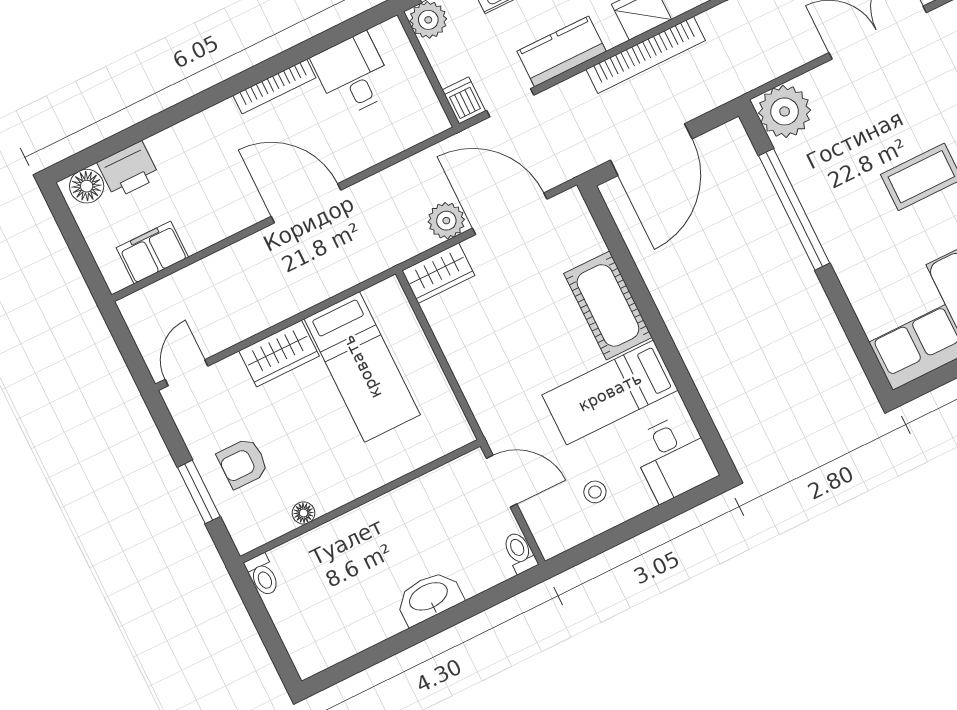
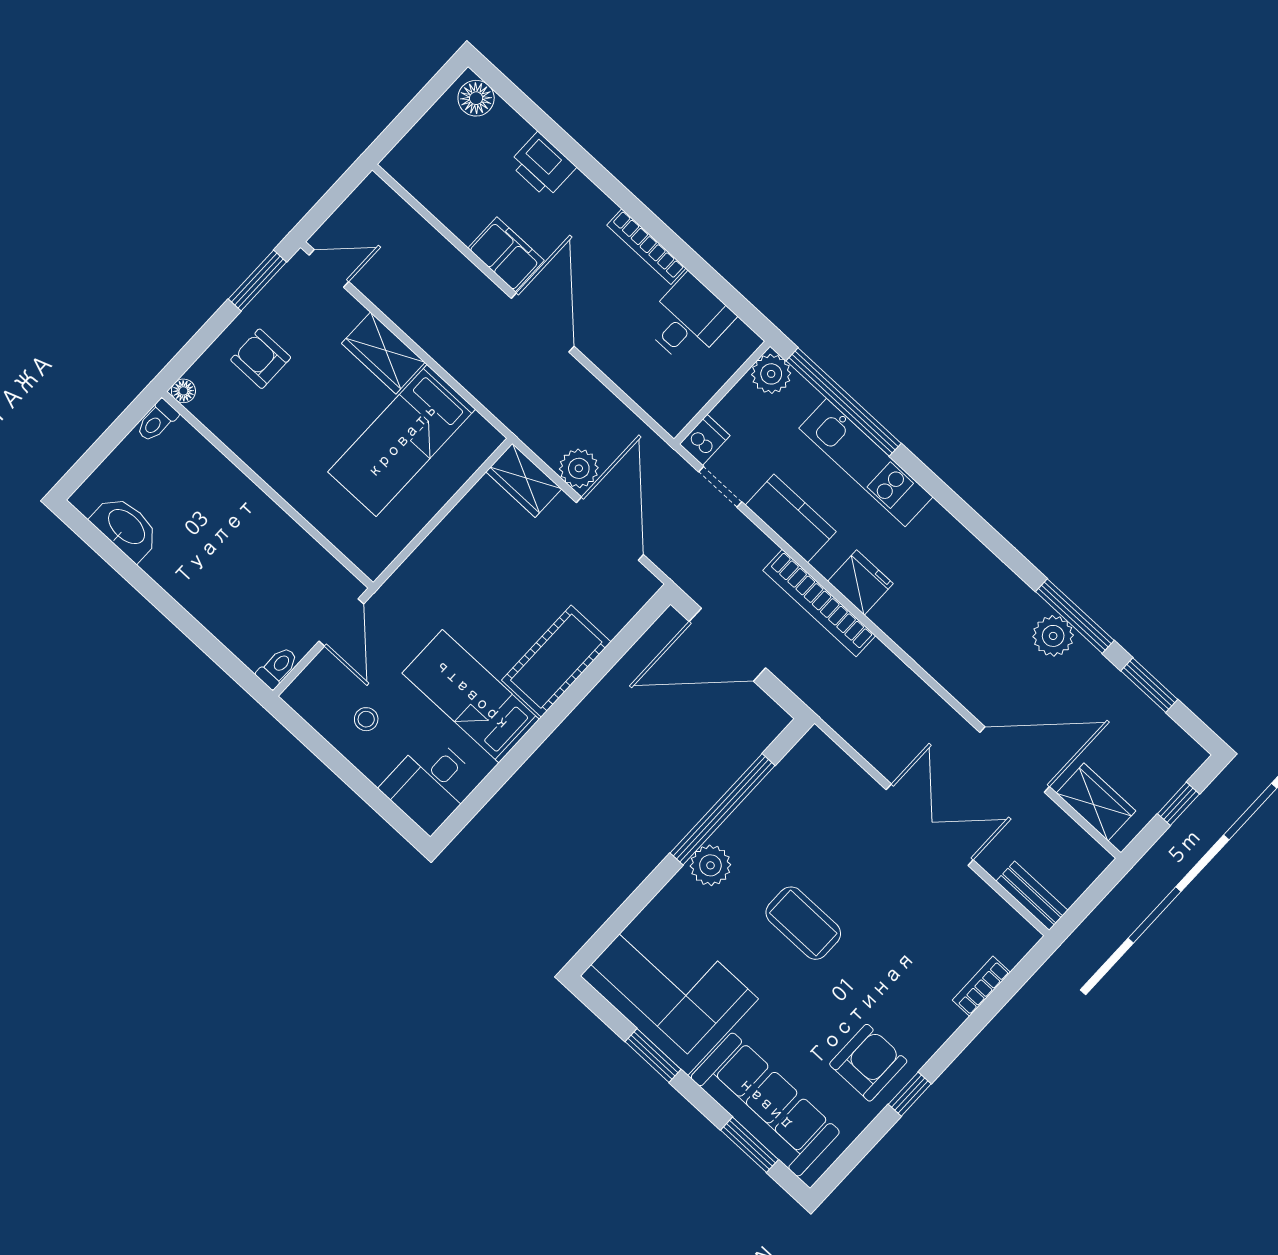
plant: (785, 111) -> (710, 865), moved, width x0.73, depth x0.73
printer: (128, 170) -> (542, 165), moved
filing cabinet: (152, 253) -> (506, 254), moved
window: (199, 492) -> (257, 281), moved
floor lamp: (304, 513) -> (183, 391), moved
washbasin: (429, 597) -> (126, 527), moved

